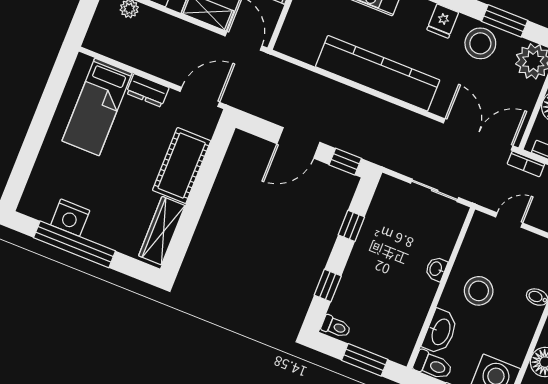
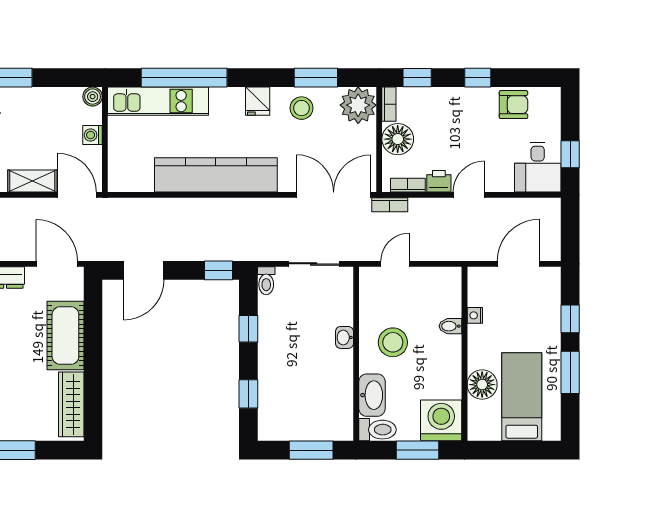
stool: (480, 43) -> (302, 108), width x0.73, depth x0.73
door: (200, 97) -> (57, 264), hinge flipped
door: (298, 143) -> (144, 270), moved
toilet: (336, 327) -> (266, 281), moved, turned 90

